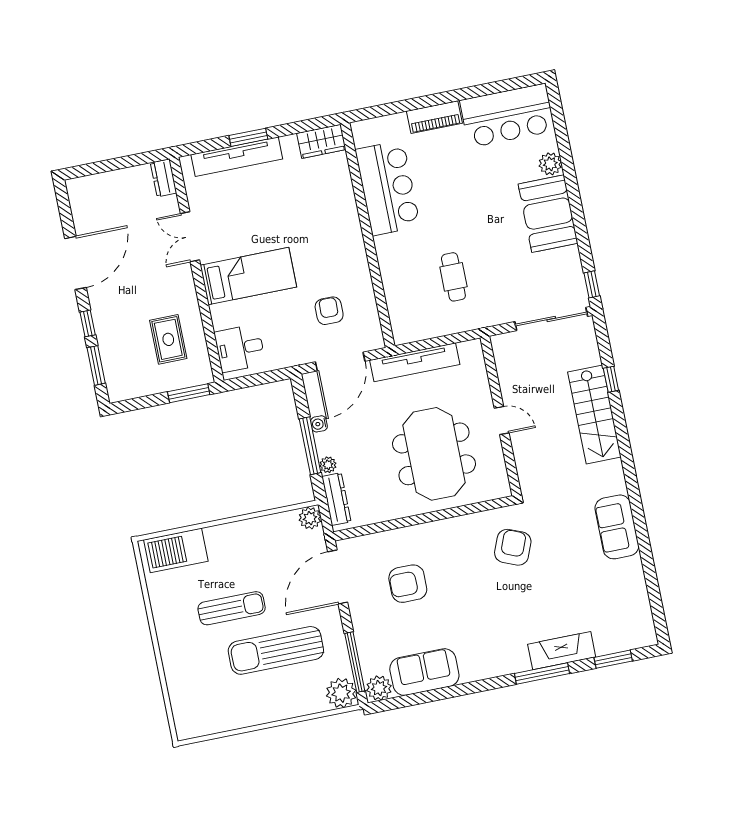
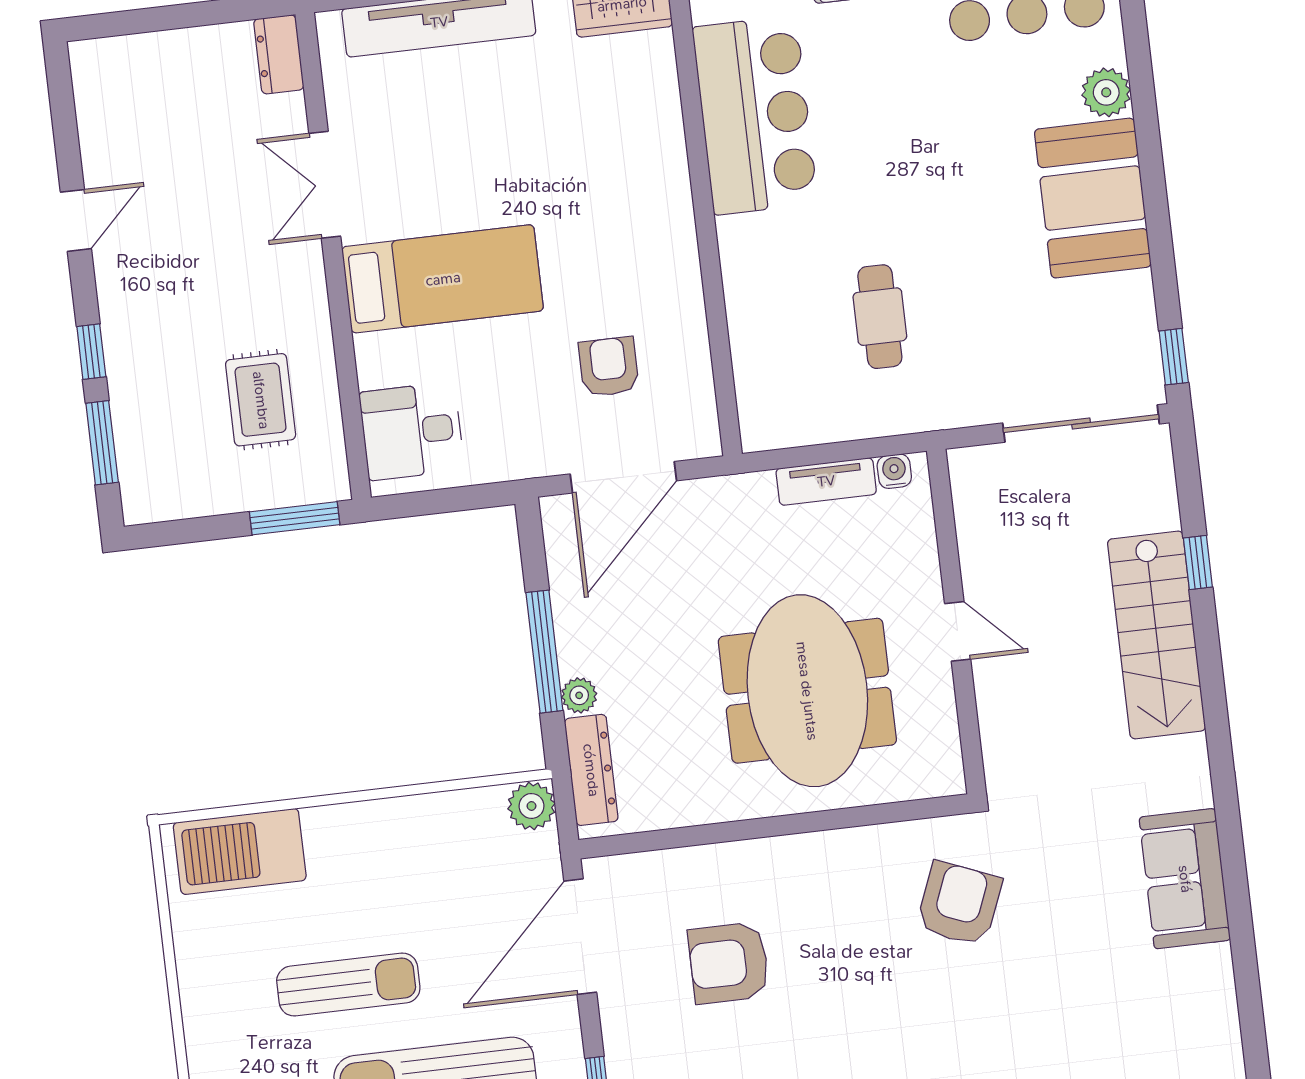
door: (75, 263) -> (76, 220), width x0.53
tv unit: (415, 362) -> (826, 481), width x0.52, depth x0.78
water cooler: (319, 424) -> (894, 471), moved, turned 90

